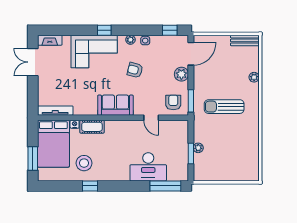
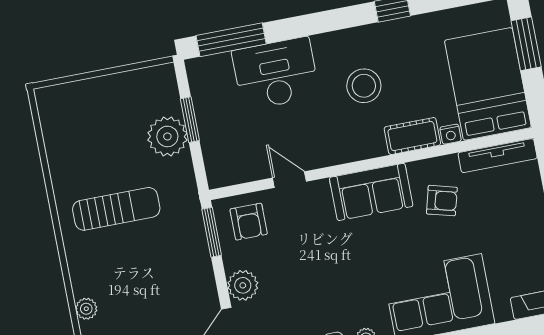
armchair: (135, 70) -> (442, 201), moved
sun lounger: (224, 107) -> (116, 209), moved
plant: (198, 148) -> (167, 136), width x1.87, depth x1.87
stool: (84, 163) -> (364, 86), moved

